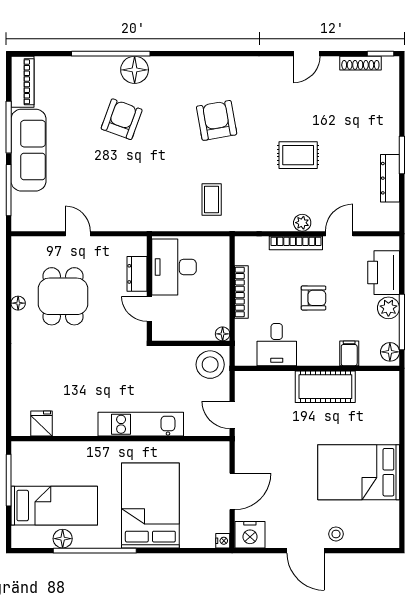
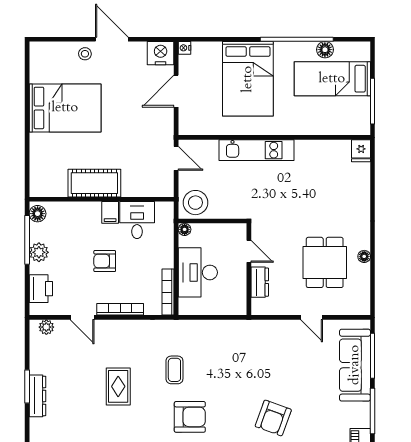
armchair: (217, 120) -> (190, 417), turned -80
sofa: (28, 150) -> (355, 365), moved
rug: (298, 155) -> (118, 386), turned 90
dresser: (390, 178) -> (37, 396), moved
coffee table: (212, 199) -> (174, 370), moved
plant: (302, 223) -> (46, 327), moved
door: (339, 234) -> (82, 317), hinge flipped
desk: (174, 267) -> (198, 272), moved, turned 180
printer: (384, 273) -> (41, 289), width x0.73, depth x0.84
bookcase: (241, 292) -> (168, 292), moved
filing cabinet: (349, 353) -> (110, 212), moved
fridge: (41, 424) -> (361, 151), moved

